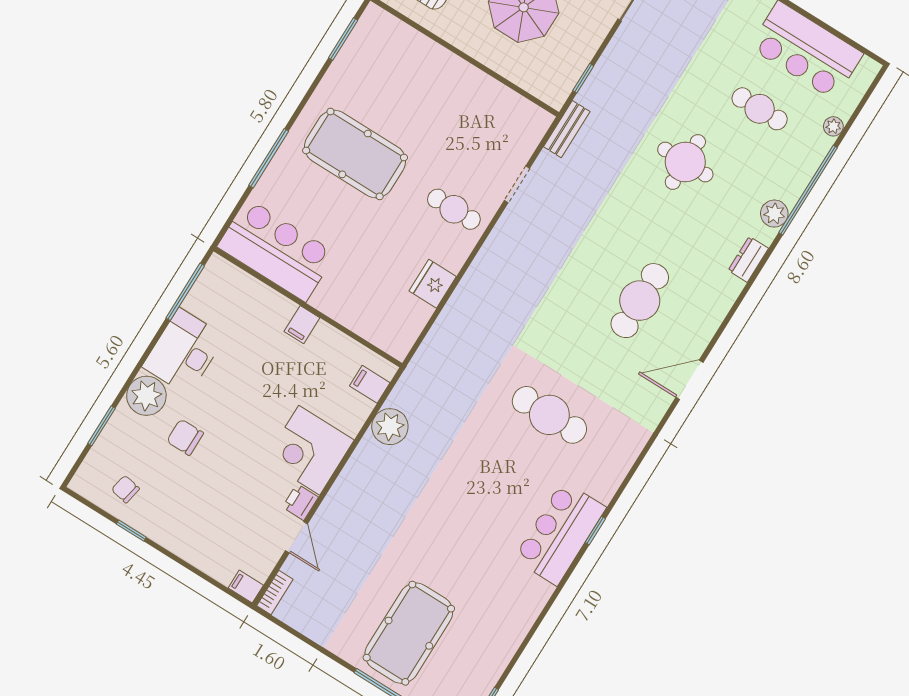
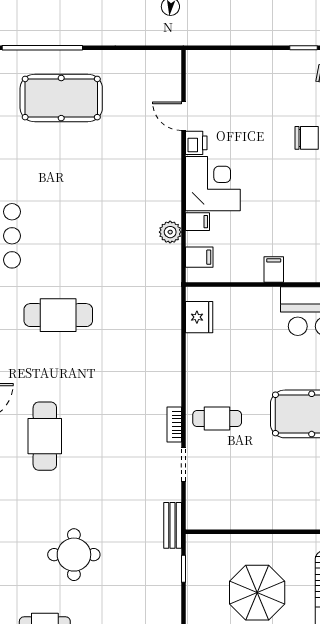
fridge: (433, 284) -> (199, 317), moved
plant: (390, 427) -> (170, 232), width x0.73, depth x0.73
filing cabinet: (246, 587) -> (197, 222), moved
bookcase: (275, 592) -> (174, 425), moved
pool table: (409, 633) -> (61, 98), turned 90

